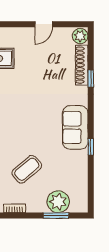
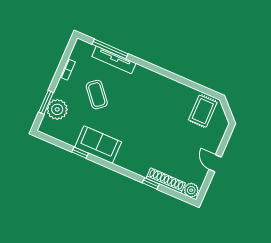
sofa: (75, 127) -> (98, 145), moved
window: (91, 147) -> (80, 153), moved

